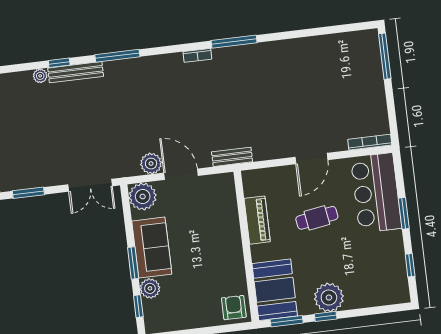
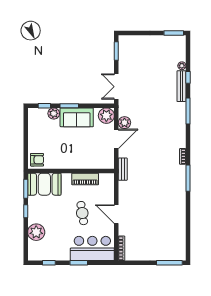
plant: (329, 298) -> (36, 232), moved

